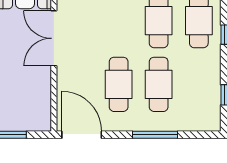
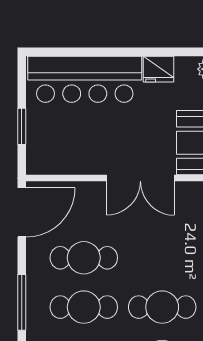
double door: (54, 38) -> (140, 178), swing flipped

